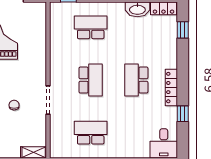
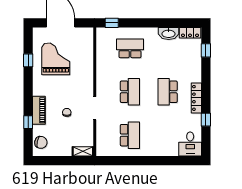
school desk: (91, 133) -> (130, 135), turned 90

